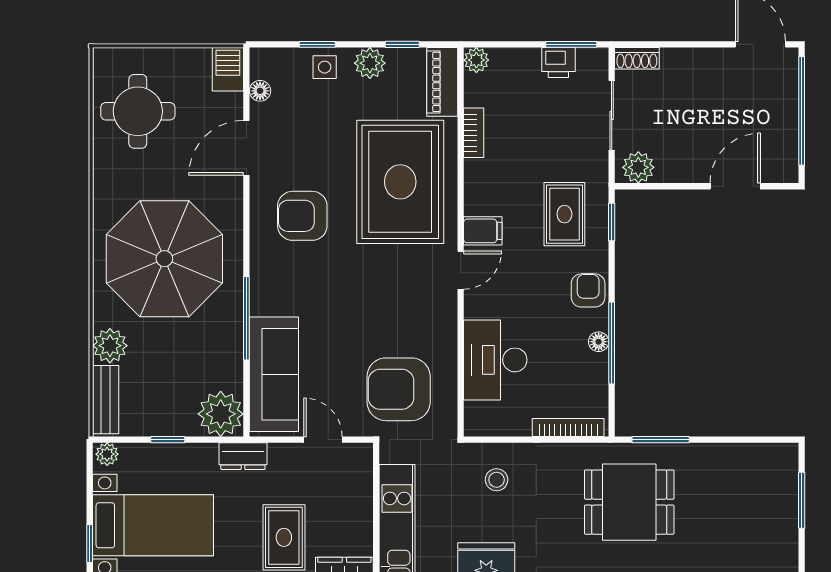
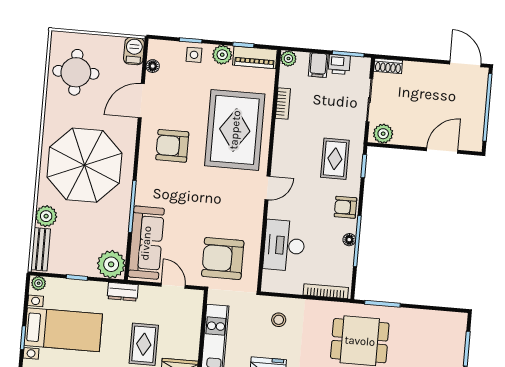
piano: (442, 82) -> (255, 57), moved, turned -90
filing cabinet: (483, 231) -> (318, 65), moved, turned 90
armchair: (588, 290) -> (346, 207), turned -90

